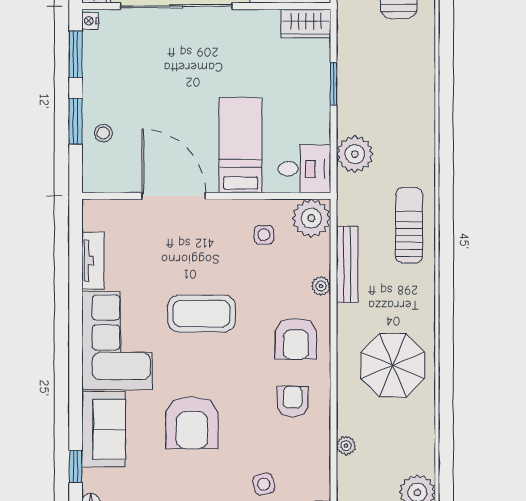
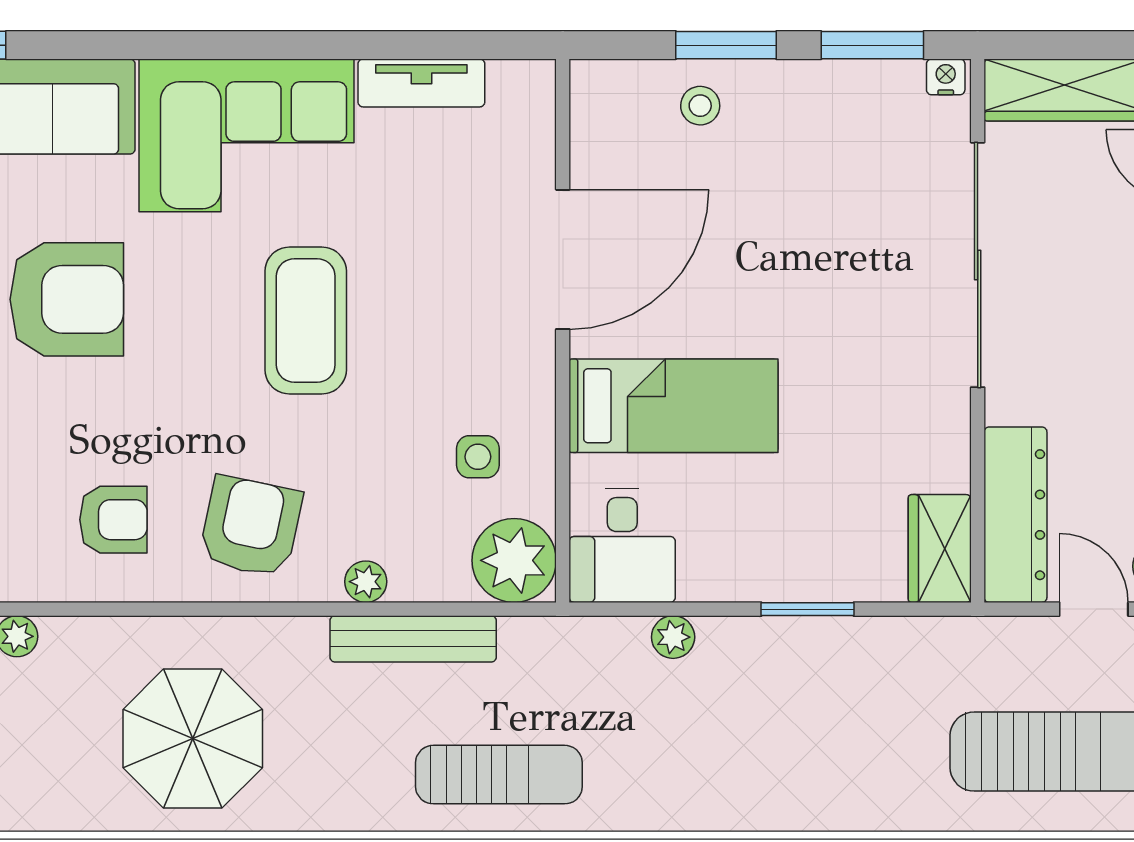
plant: (355, 154) -> (673, 637), width x0.53, depth x0.53
armchair: (296, 339) -> (251, 527), turned 102
armchair: (192, 423) -> (67, 299), turned 180

